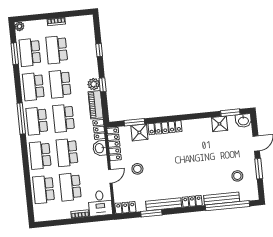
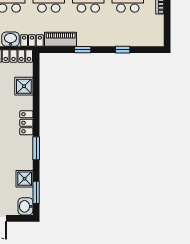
plant: (94, 84) -> (84, 40), removed
window: (134, 122) -> (36, 148), moved
locker: (165, 128) -> (26, 123), width x0.66

